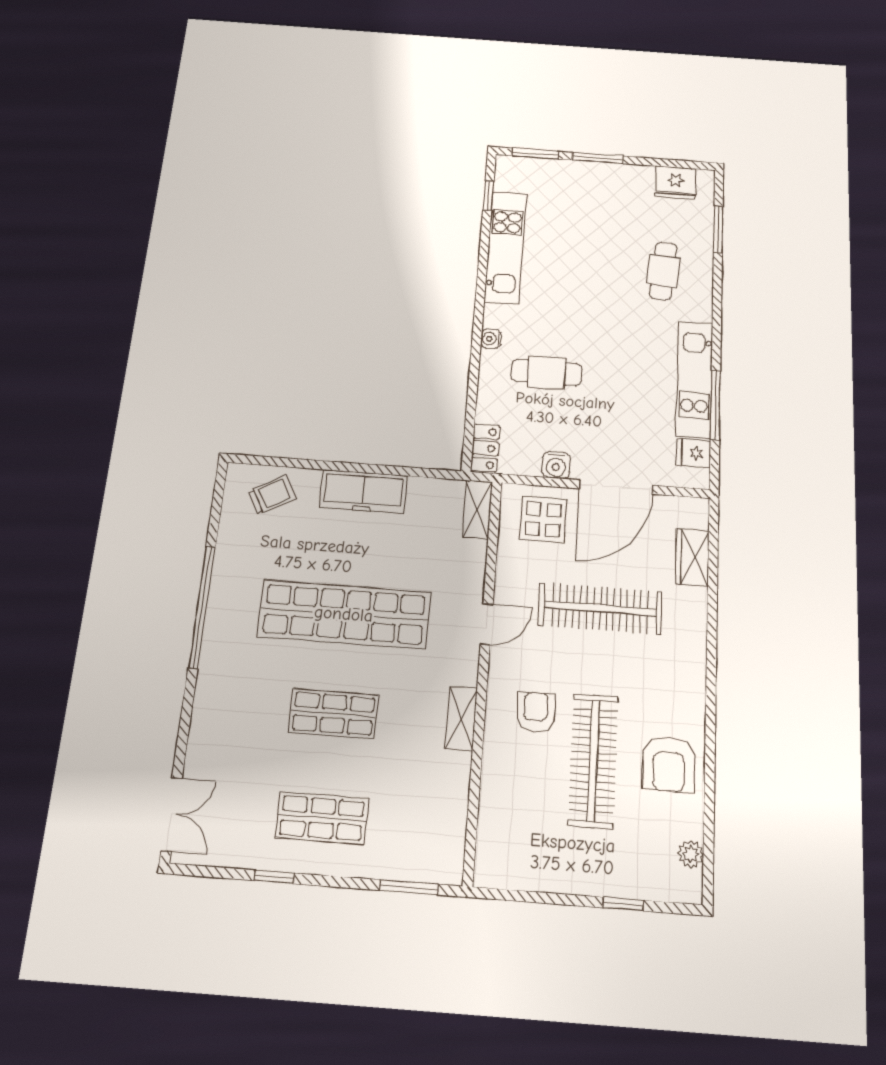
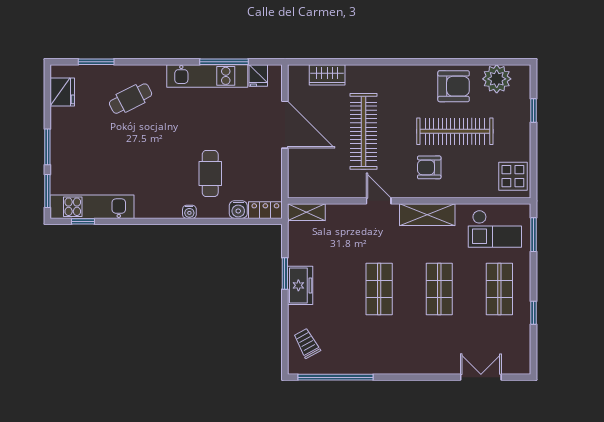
kitchen unit: (506, 248) -> (92, 207), moved
cafe table: (663, 271) -> (131, 99), turned -32
water cooler: (556, 465) -> (238, 210), moved, turned 90
window: (384, 470) -> (285, 274), added
freezer: (363, 491) -> (300, 285), width x0.71
display table: (543, 519) -> (513, 176), moved
window: (202, 607) -> (335, 377), moved
shop shelf: (344, 614) -> (379, 289), width x0.50, depth x0.74
shelving: (461, 719) -> (427, 215), width x1.50, depth x1.33
double door: (172, 814) -> (481, 377), moved
checkout: (425, 818) -> (495, 229), added
plant: (691, 854) -> (497, 79), width x1.88, depth x1.88

